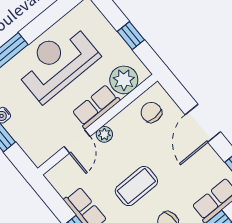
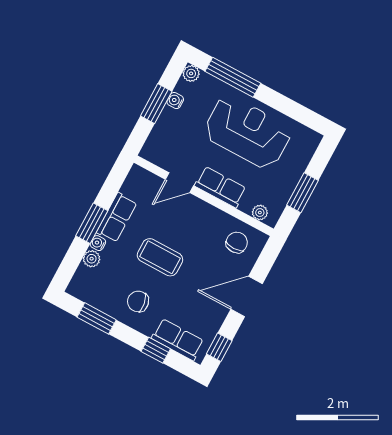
window: (131, 36) -> (302, 193), width x1.50
plant: (124, 80) -> (260, 213), width x0.53, depth x0.53
plant: (104, 134) -> (197, 206), removed

